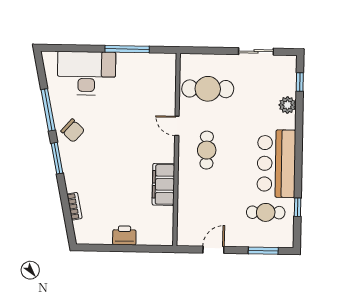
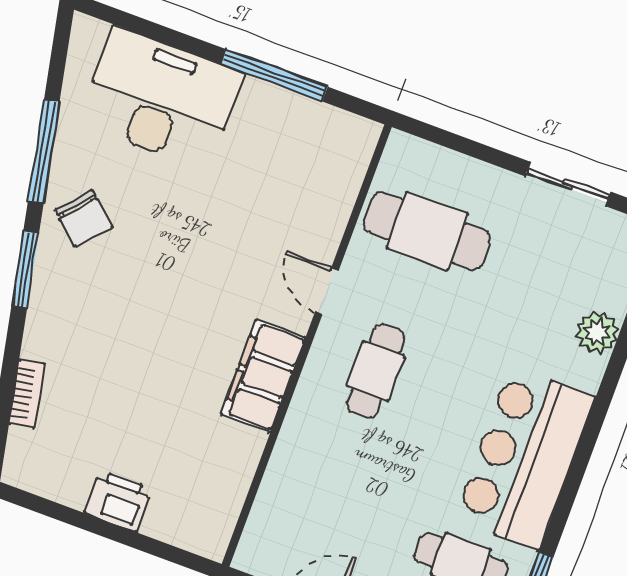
filing cabinet: (163, 184) -> (263, 376), moved

